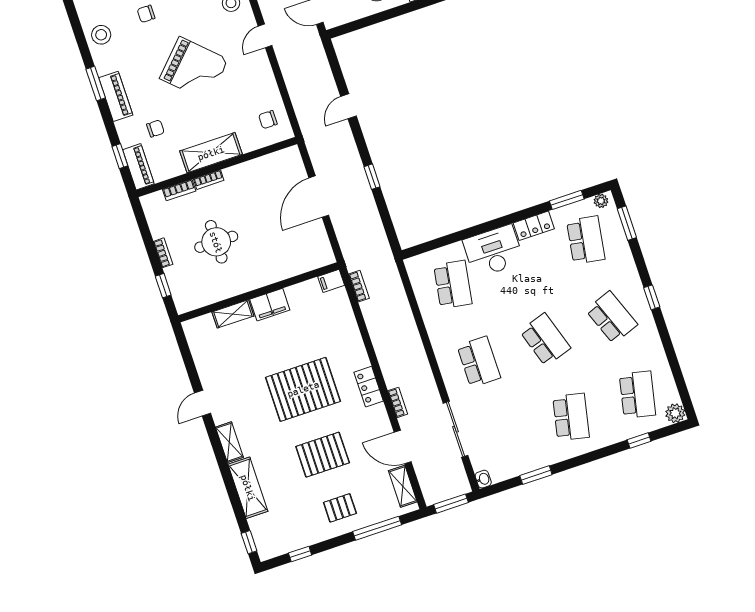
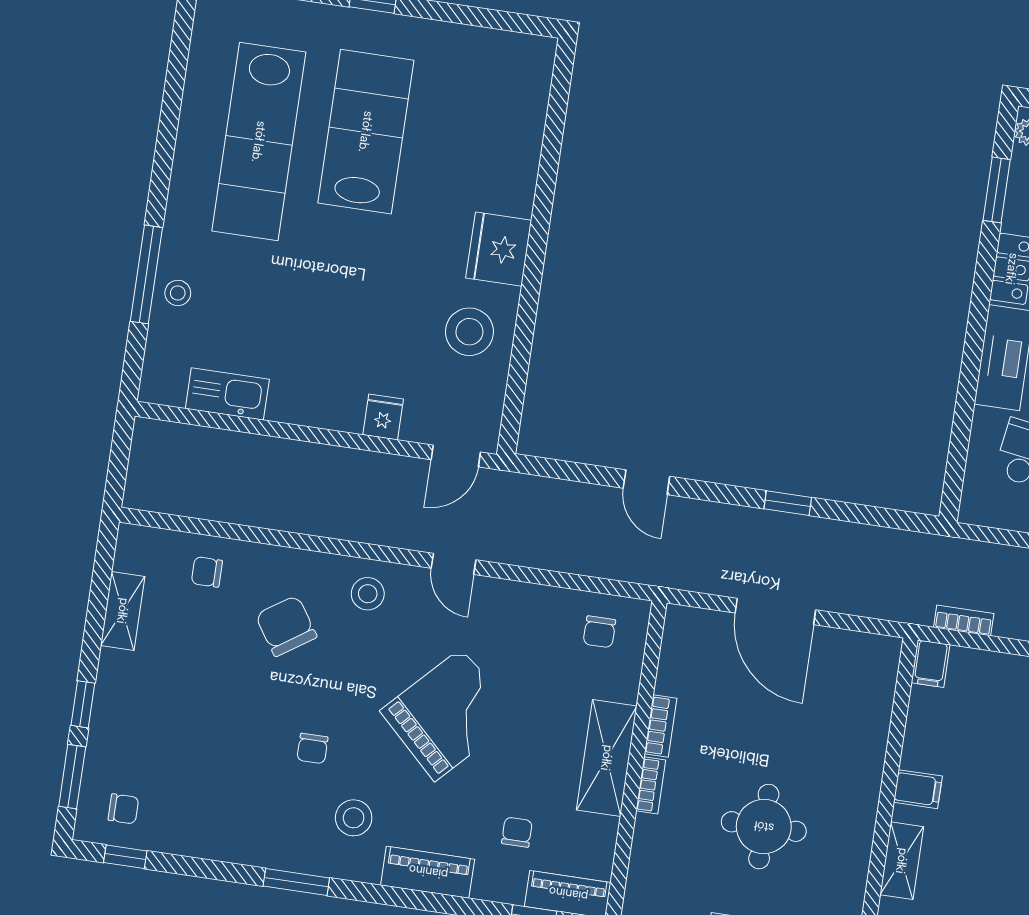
stool: (101, 35) -> (354, 818), moved
window: (96, 84) -> (296, 882), moved
bookcase: (179, 190) -> (661, 726), moved
filing cabinet: (270, 305) -> (918, 789), width x0.50

